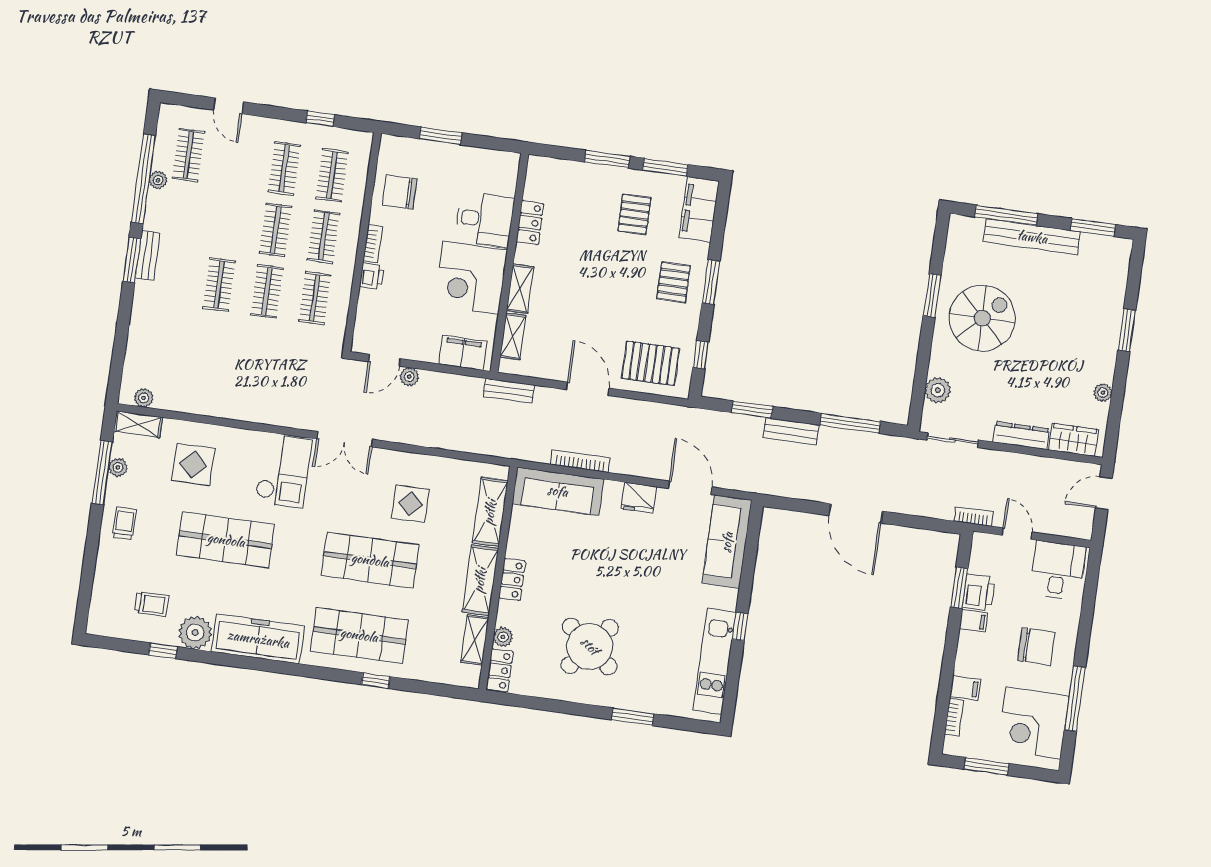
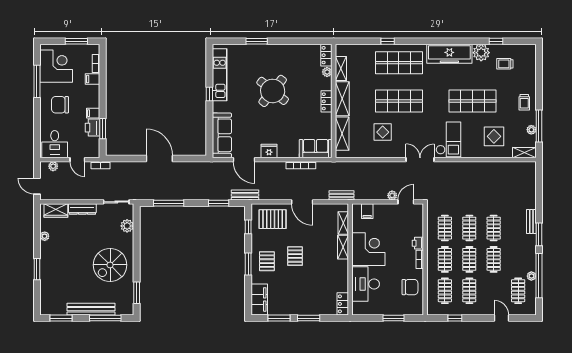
pallet: (634, 214) -> (295, 256), moved
desk: (485, 220) -> (366, 284), width x1.37
clothes rail: (228, 223) -> (494, 259), added
locker: (530, 223) -> (343, 304), moved
bench: (148, 256) -> (531, 222), moved
window: (932, 295) -> (137, 293), moved
filing cabinet: (463, 353) -> (367, 211), width x0.50
plant: (144, 398) -> (53, 166), moved
bench: (791, 431) -> (245, 195), moved
checkout: (283, 471) -> (448, 139), turned 180
sofa: (558, 491) -> (316, 149), width x0.73
door: (1104, 493) -> (37, 186), swing flipped
round table: (590, 646) -> (273, 91), moved

